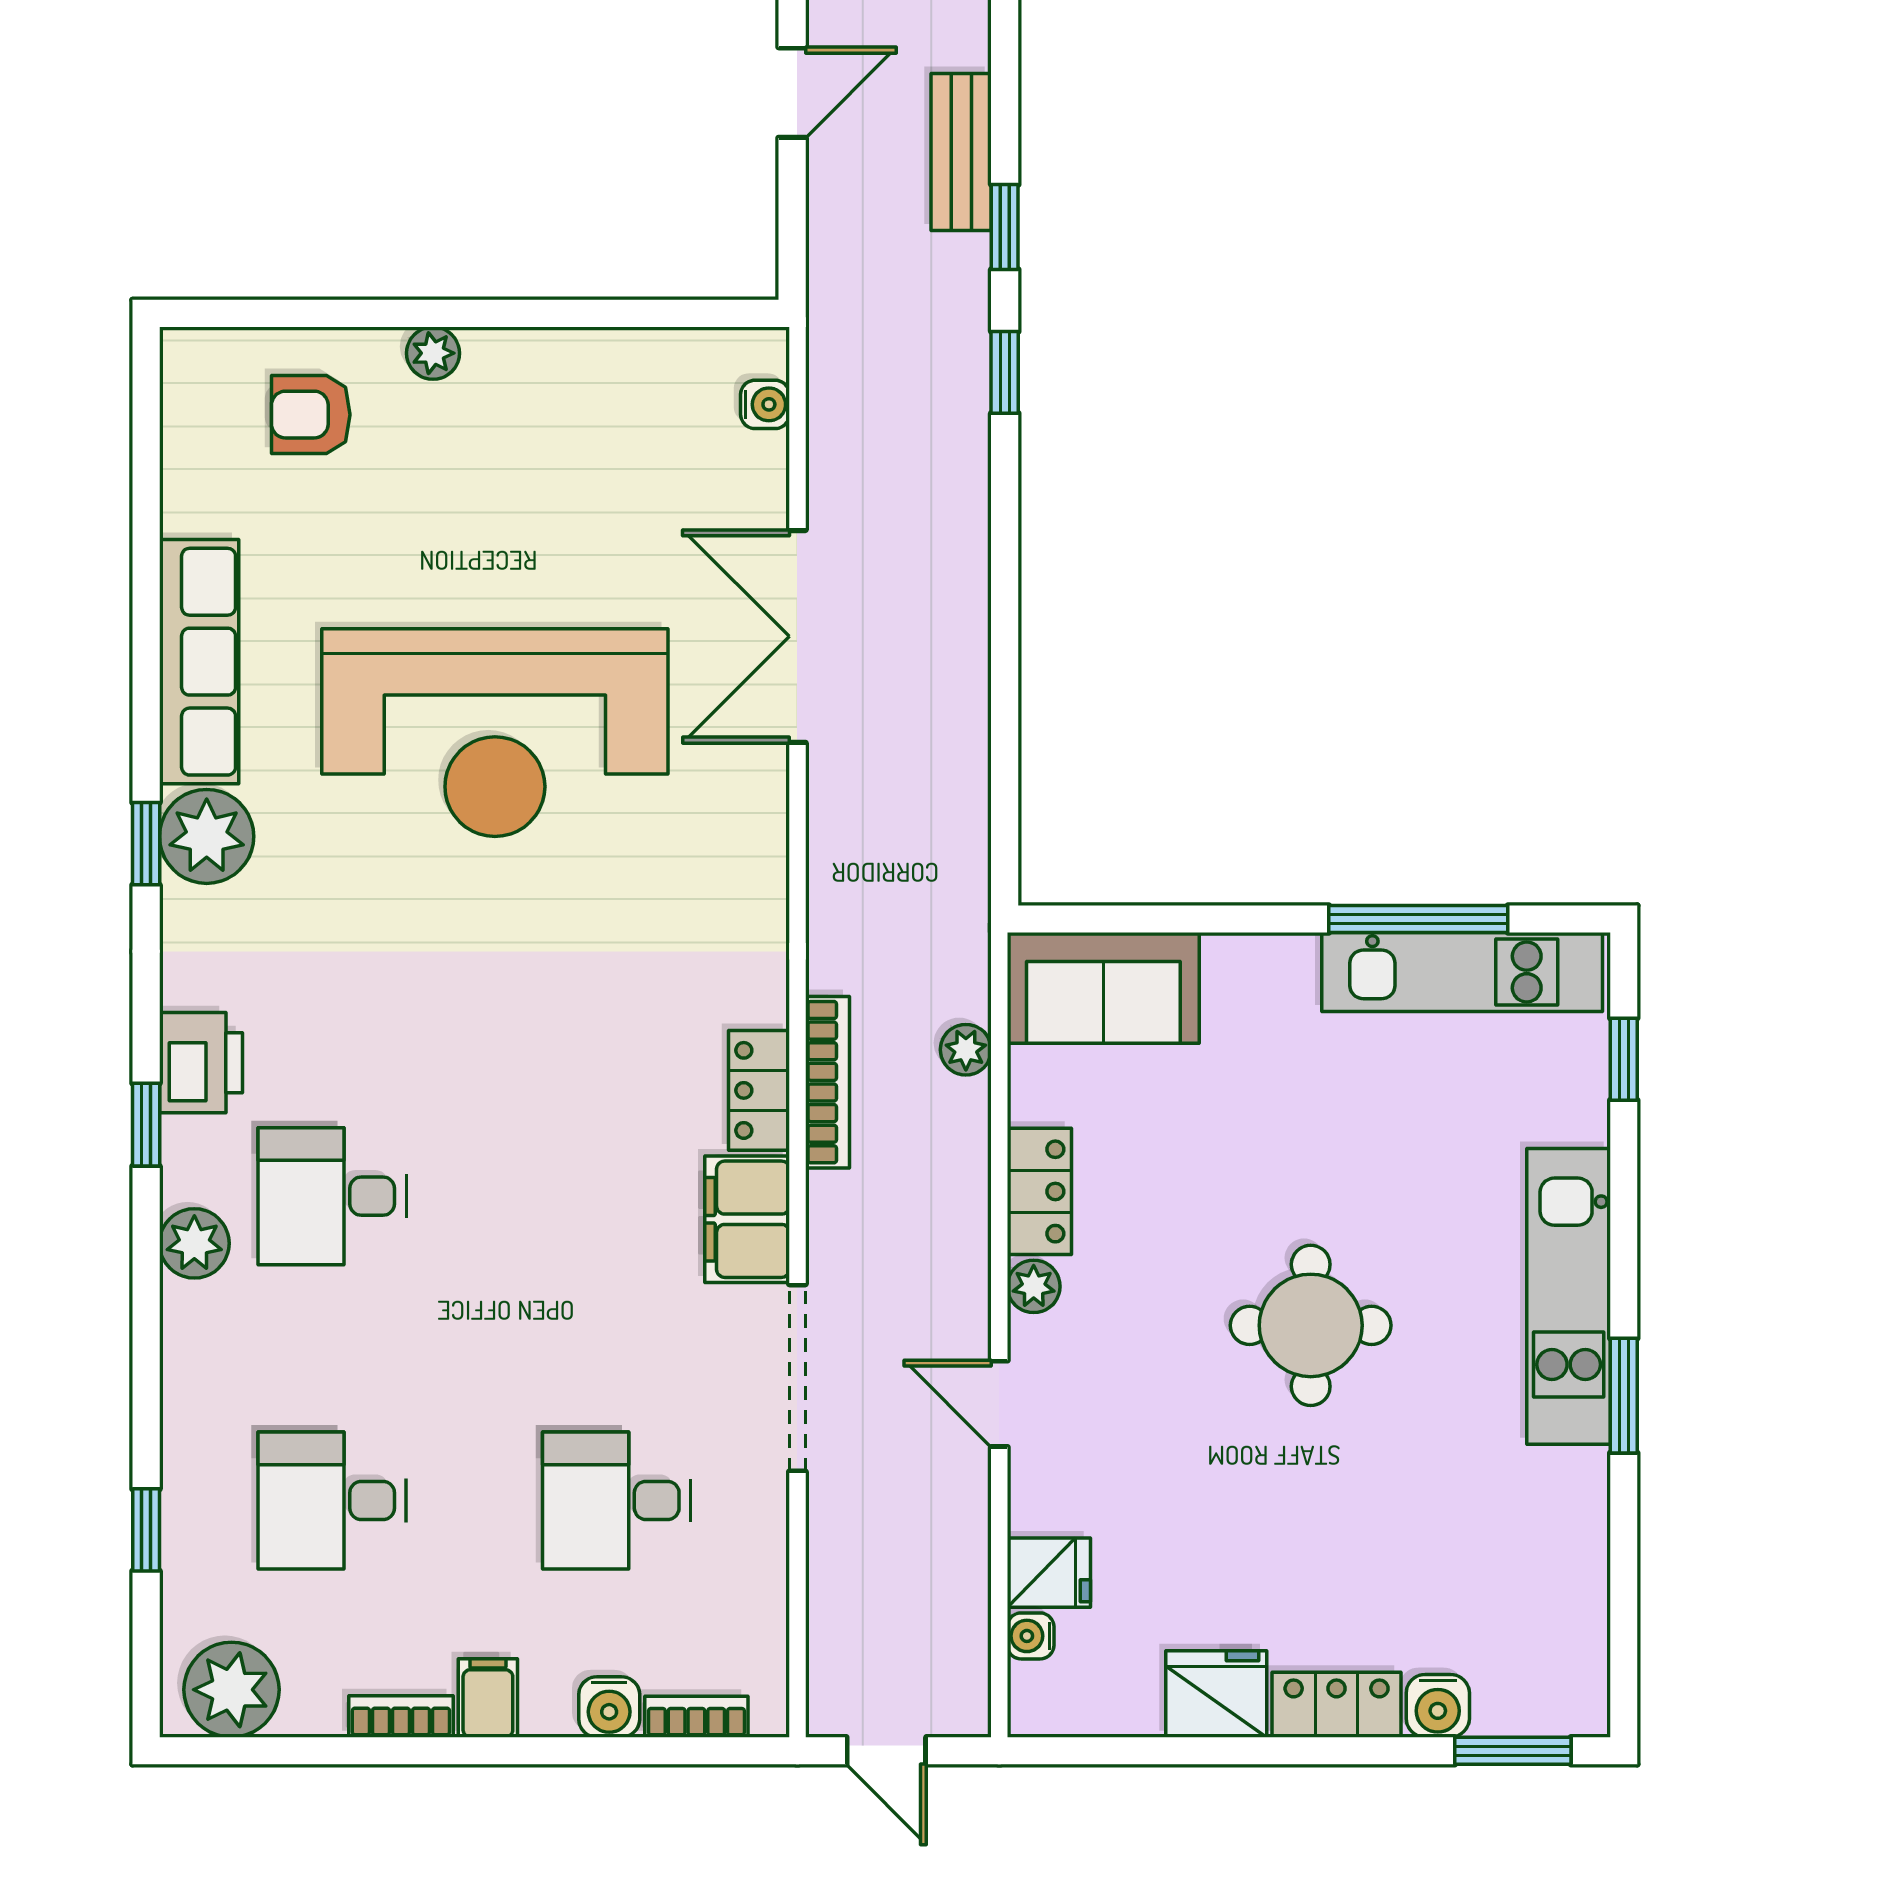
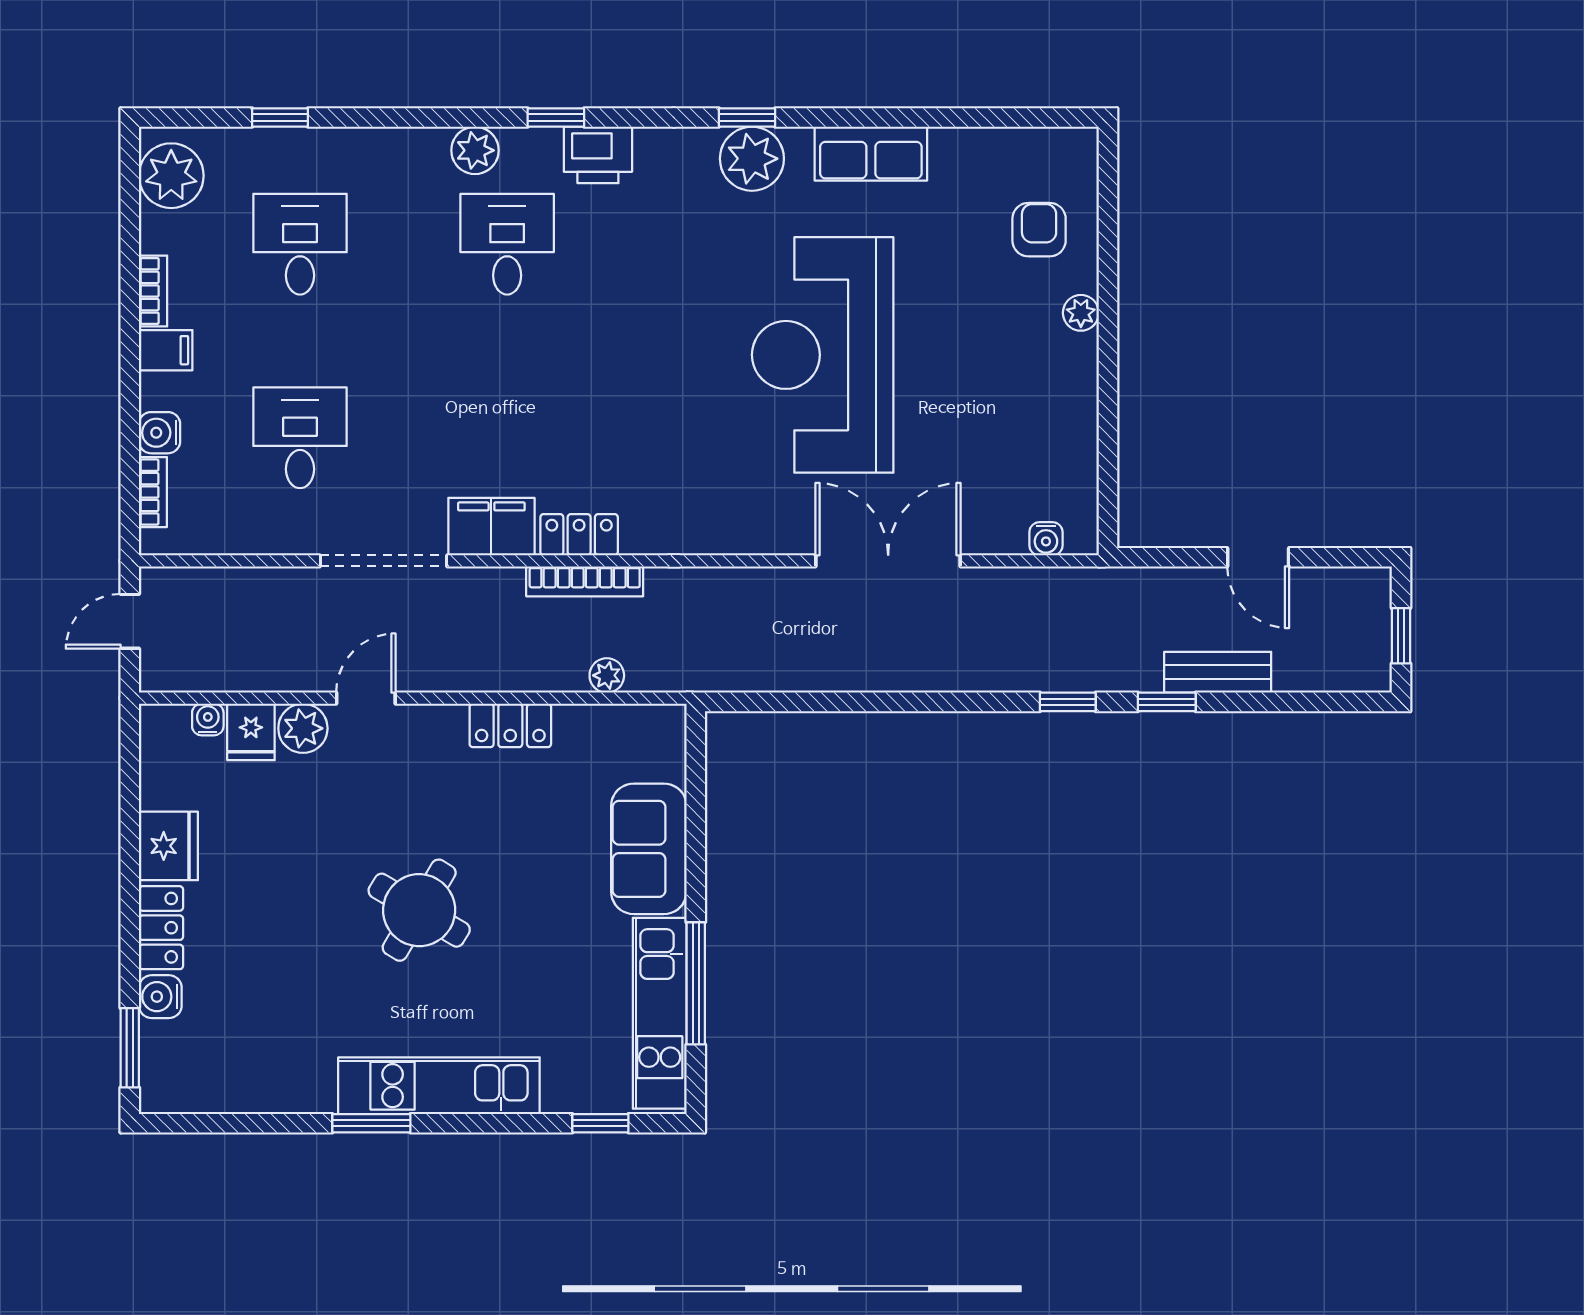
row of seats: (199, 662) -> (871, 154), width x0.68
sofa: (1103, 988) -> (649, 849), moved
plant: (1034, 1286) -> (303, 728), moved, width x1.38, depth x1.38
round table: (1311, 1325) -> (419, 910), turned 31

